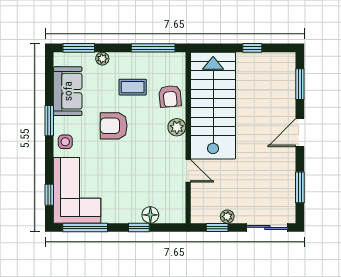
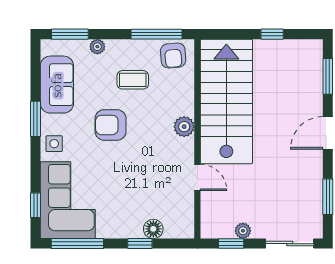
armchair: (170, 96) -> (173, 56), moved

